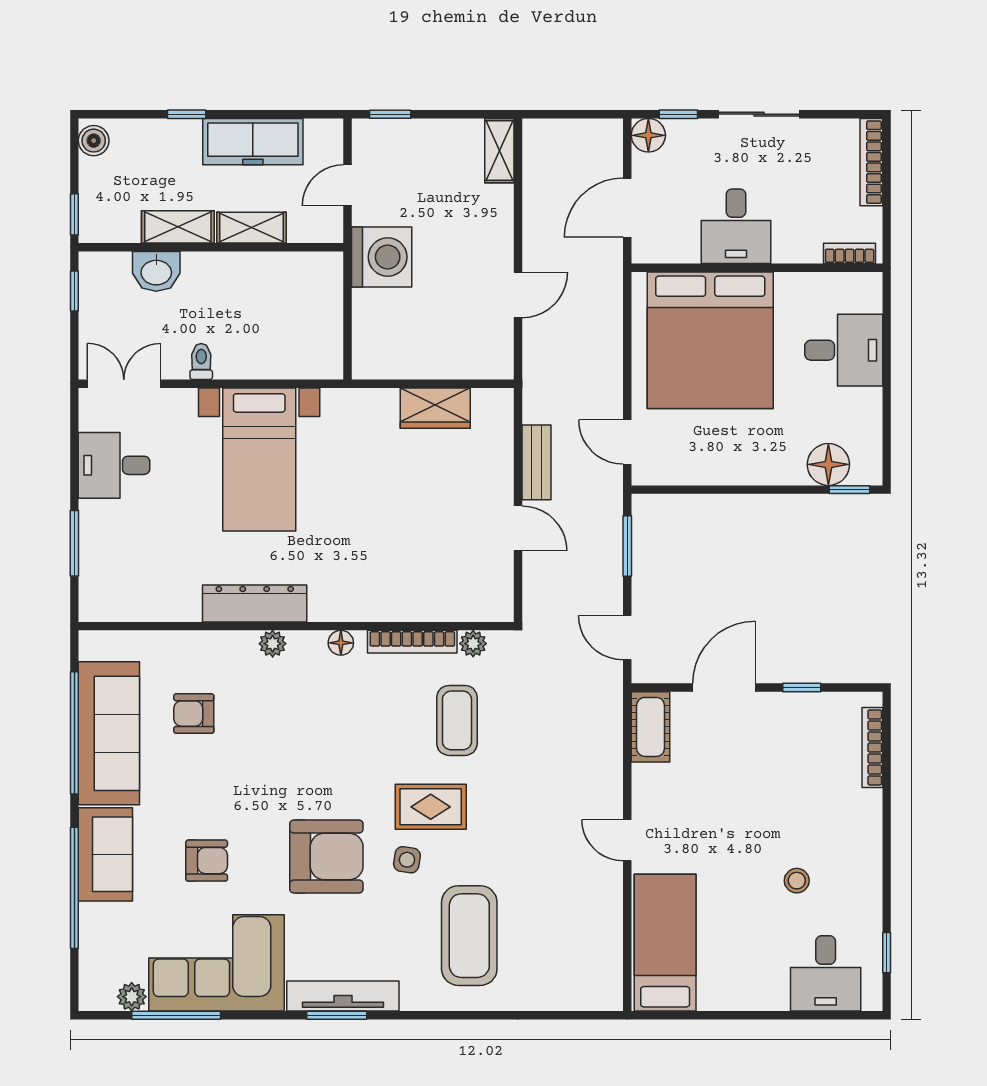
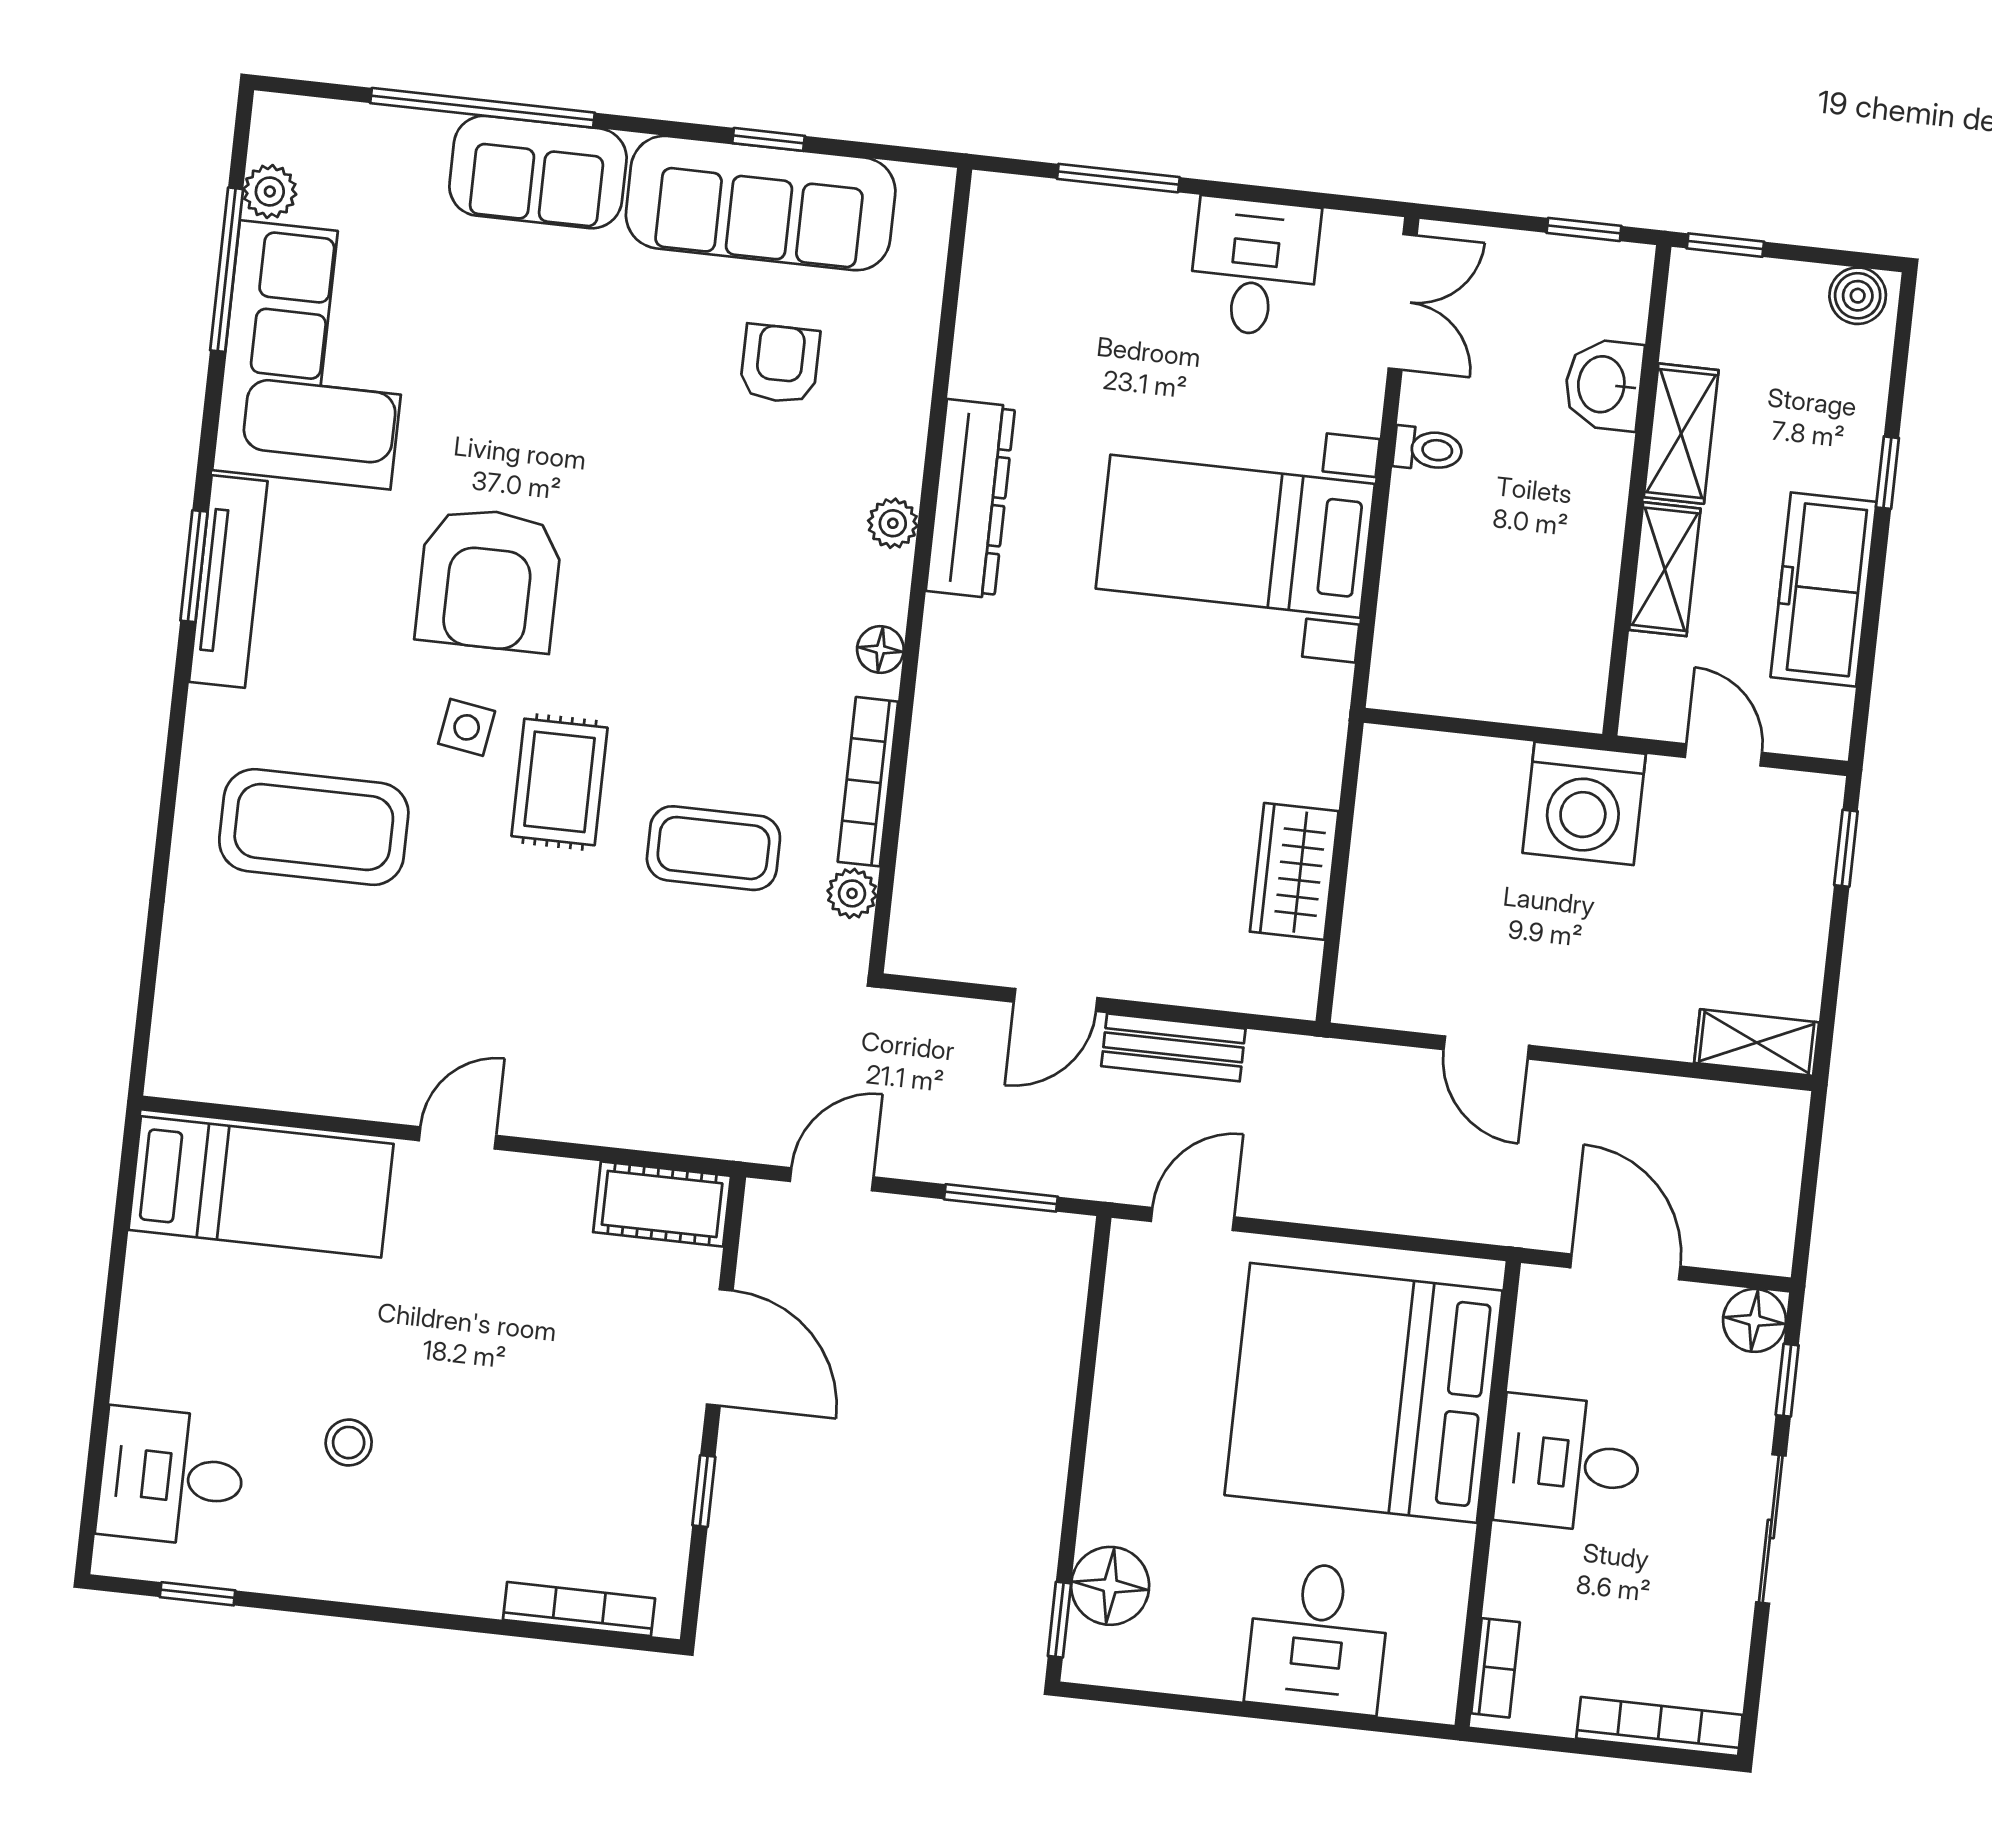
window: (74, 733) -> (769, 139), width x0.32
armchair: (207, 861) -> (506, 358), removed

